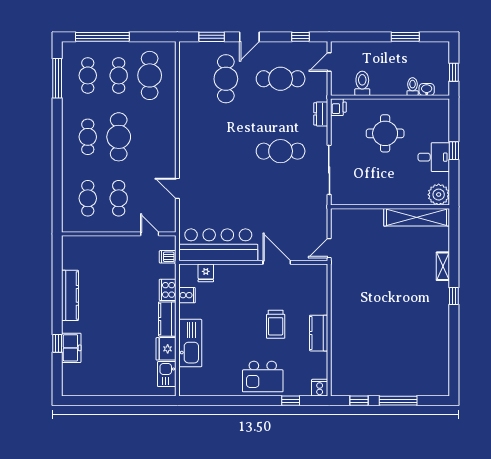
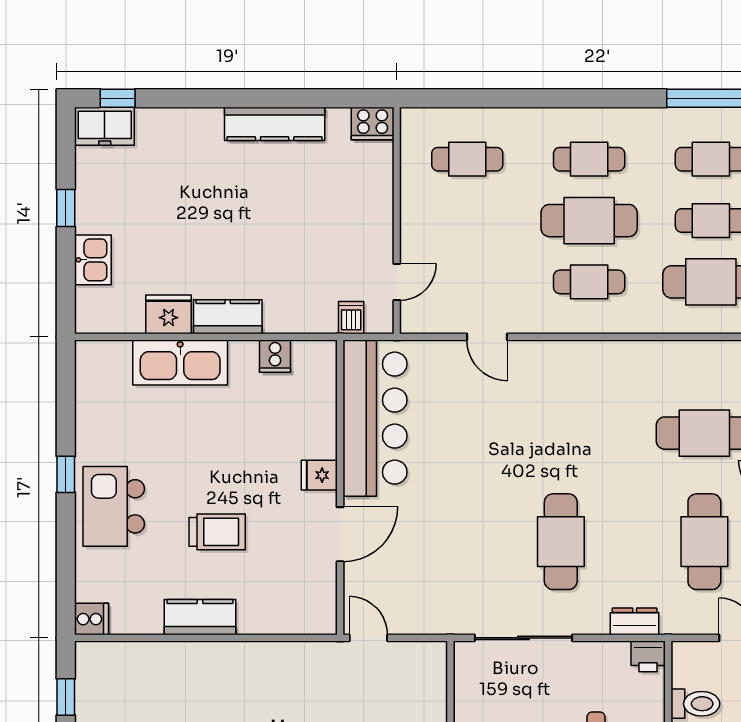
door: (177, 188) -> (487, 337), swing flipped
cafe table: (119, 198) -> (589, 282), moved
fridge: (206, 273) -> (319, 475), moved
cooker: (168, 290) -> (373, 124), moved, turned 180
trolley: (276, 324) -> (217, 532), turned 180
window: (57, 343) -> (118, 98), moved
freezer: (71, 348) -> (105, 126), moved
kitchen sink: (167, 374) -> (93, 260), moved, turned 90
window: (112, 401) -> (66, 208), added
window: (291, 401) -> (66, 474), moved

